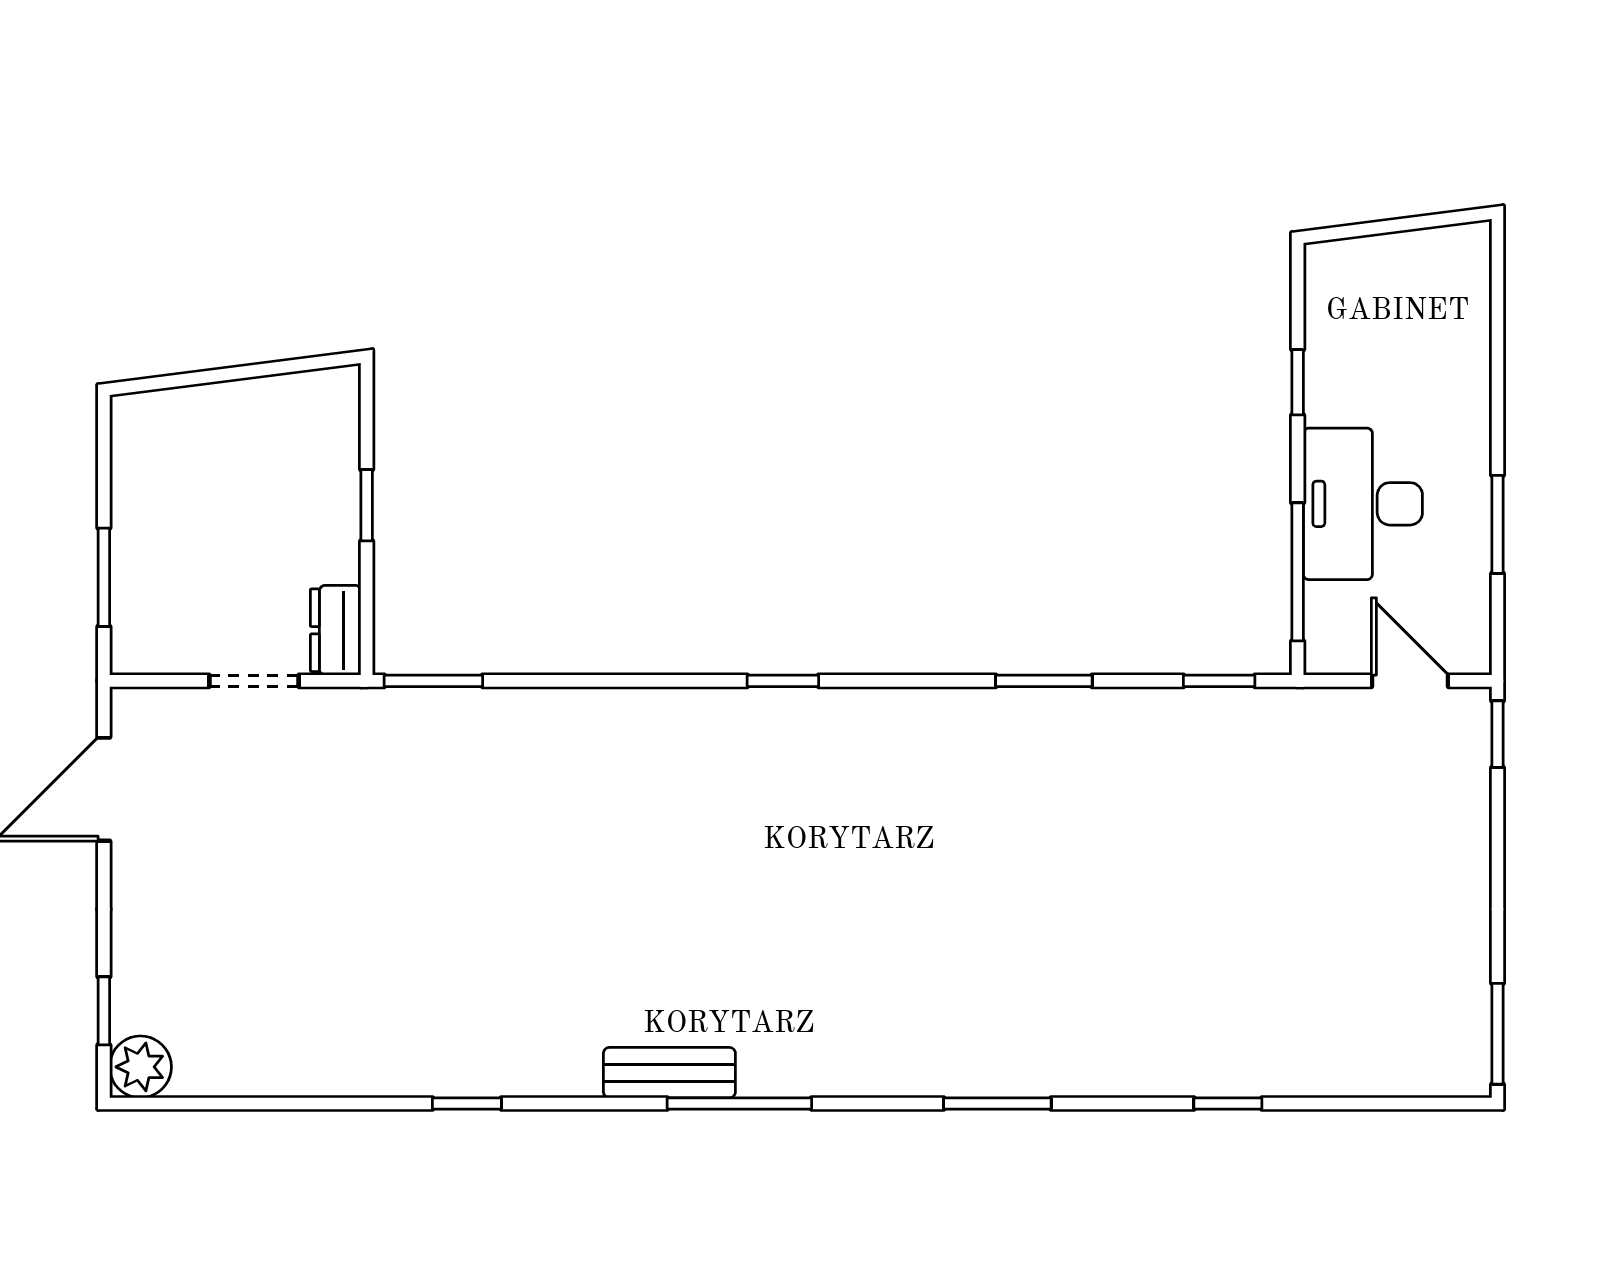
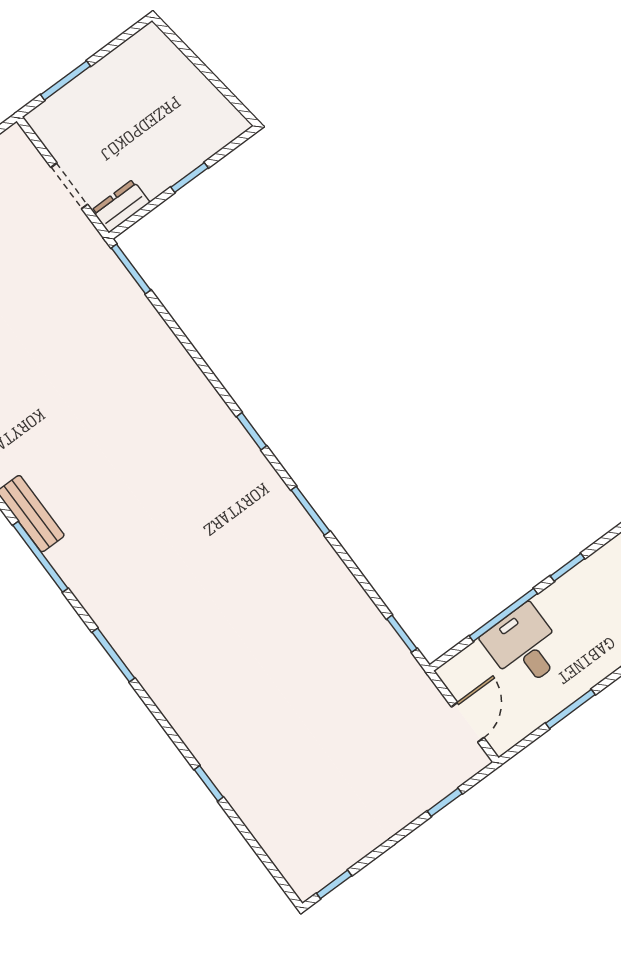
desk: (1363, 504) -> (524, 646), width x0.73
window: (1298, 572) -> (503, 615), moved
window: (1044, 681) -> (310, 511), moved
window: (1498, 734) -> (445, 802), moved
window: (1498, 1034) -> (334, 884), width x0.67
window: (997, 1104) -> (113, 655), moved

